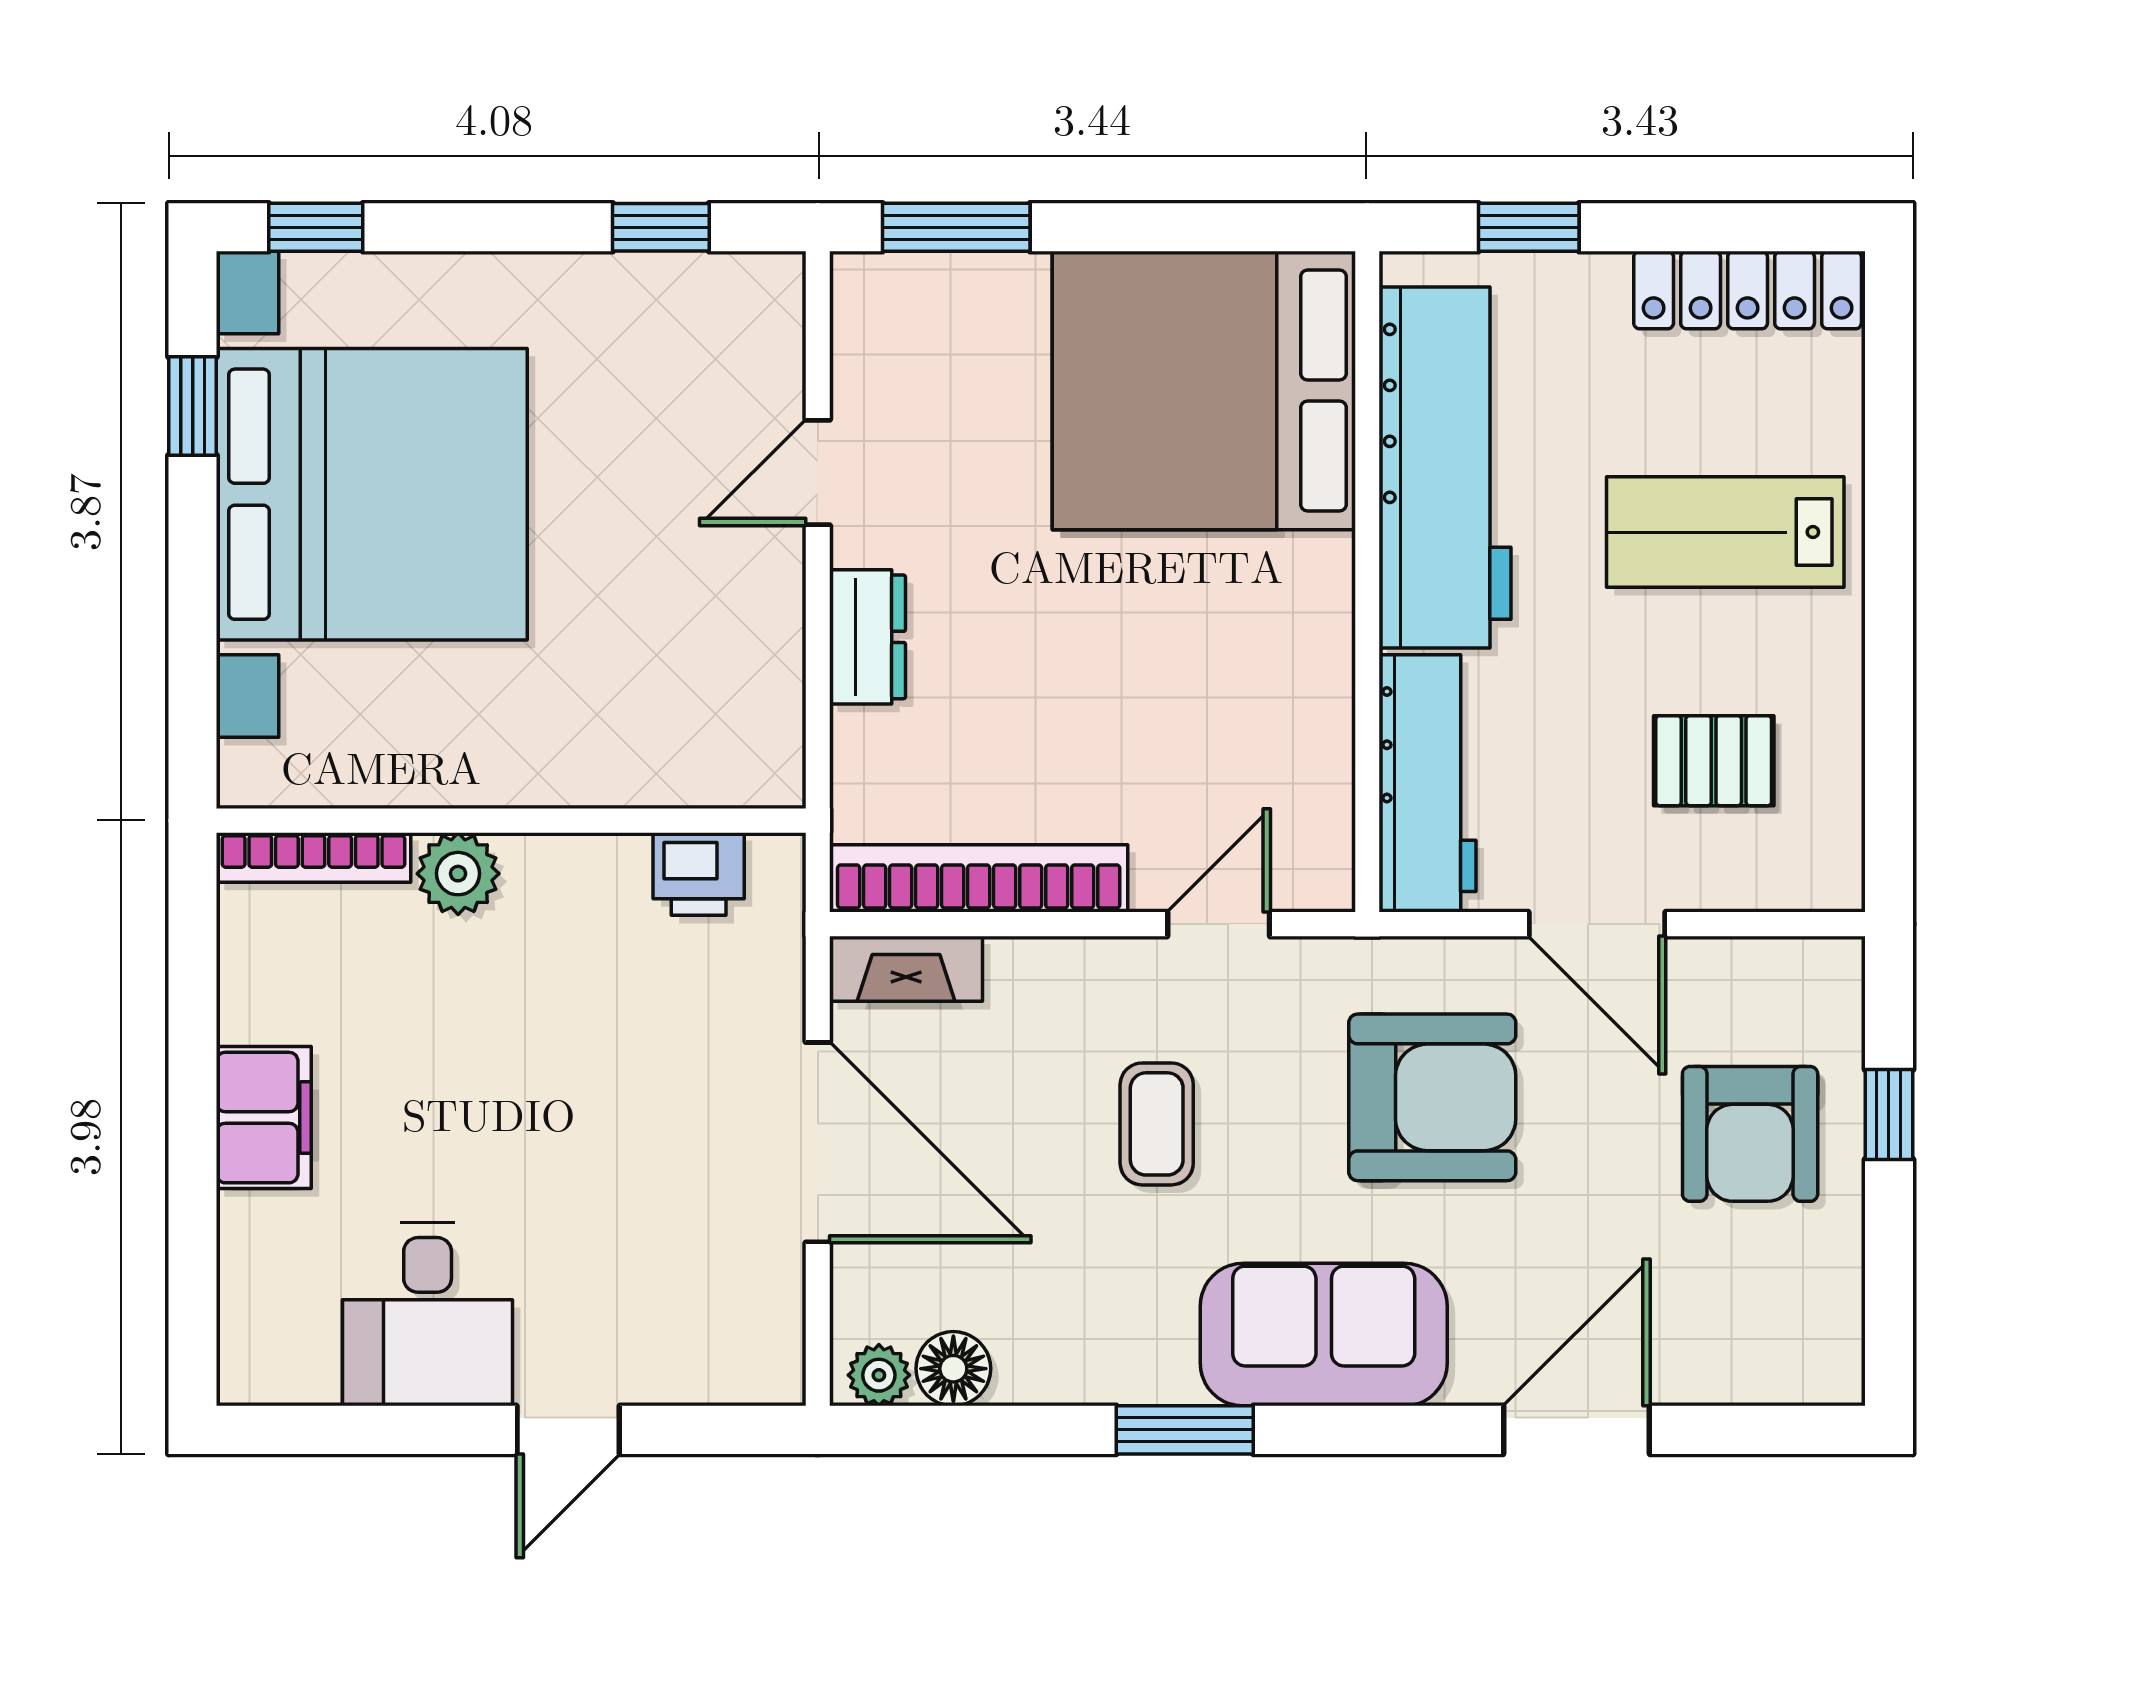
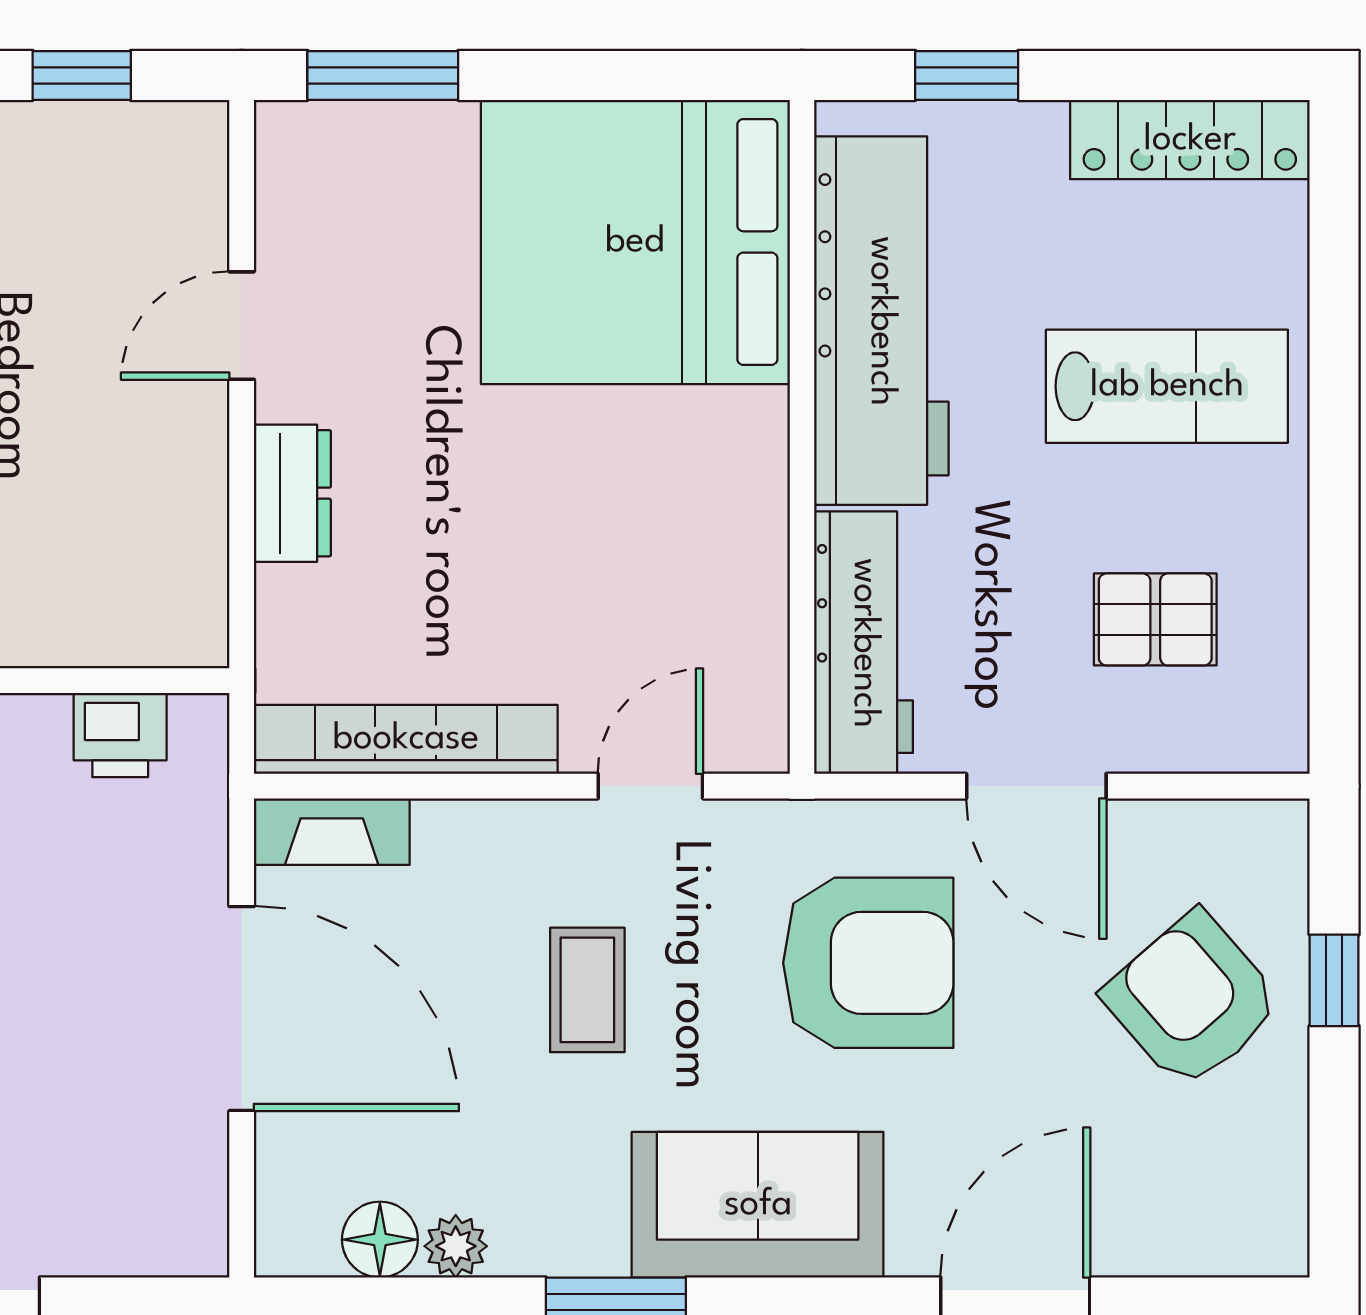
lab bench: (1725, 532) -> (1167, 386), turned 180
armchair: (1750, 1134) -> (1192, 1000), turned 139
plant: (879, 1375) -> (456, 1246), moved

